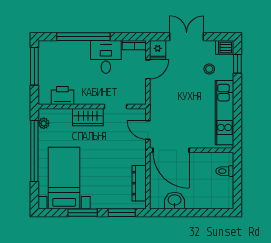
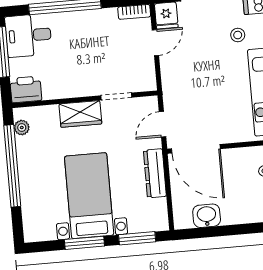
desk: (106, 57) -> (28, 35), moved, turned -90
printer: (62, 95) -> (26, 89), moved
door: (148, 130) -> (163, 124), hinge flipped
bed with nightstands: (64, 178) -> (89, 196), moved
dresser: (139, 183) -> (155, 173), moved

